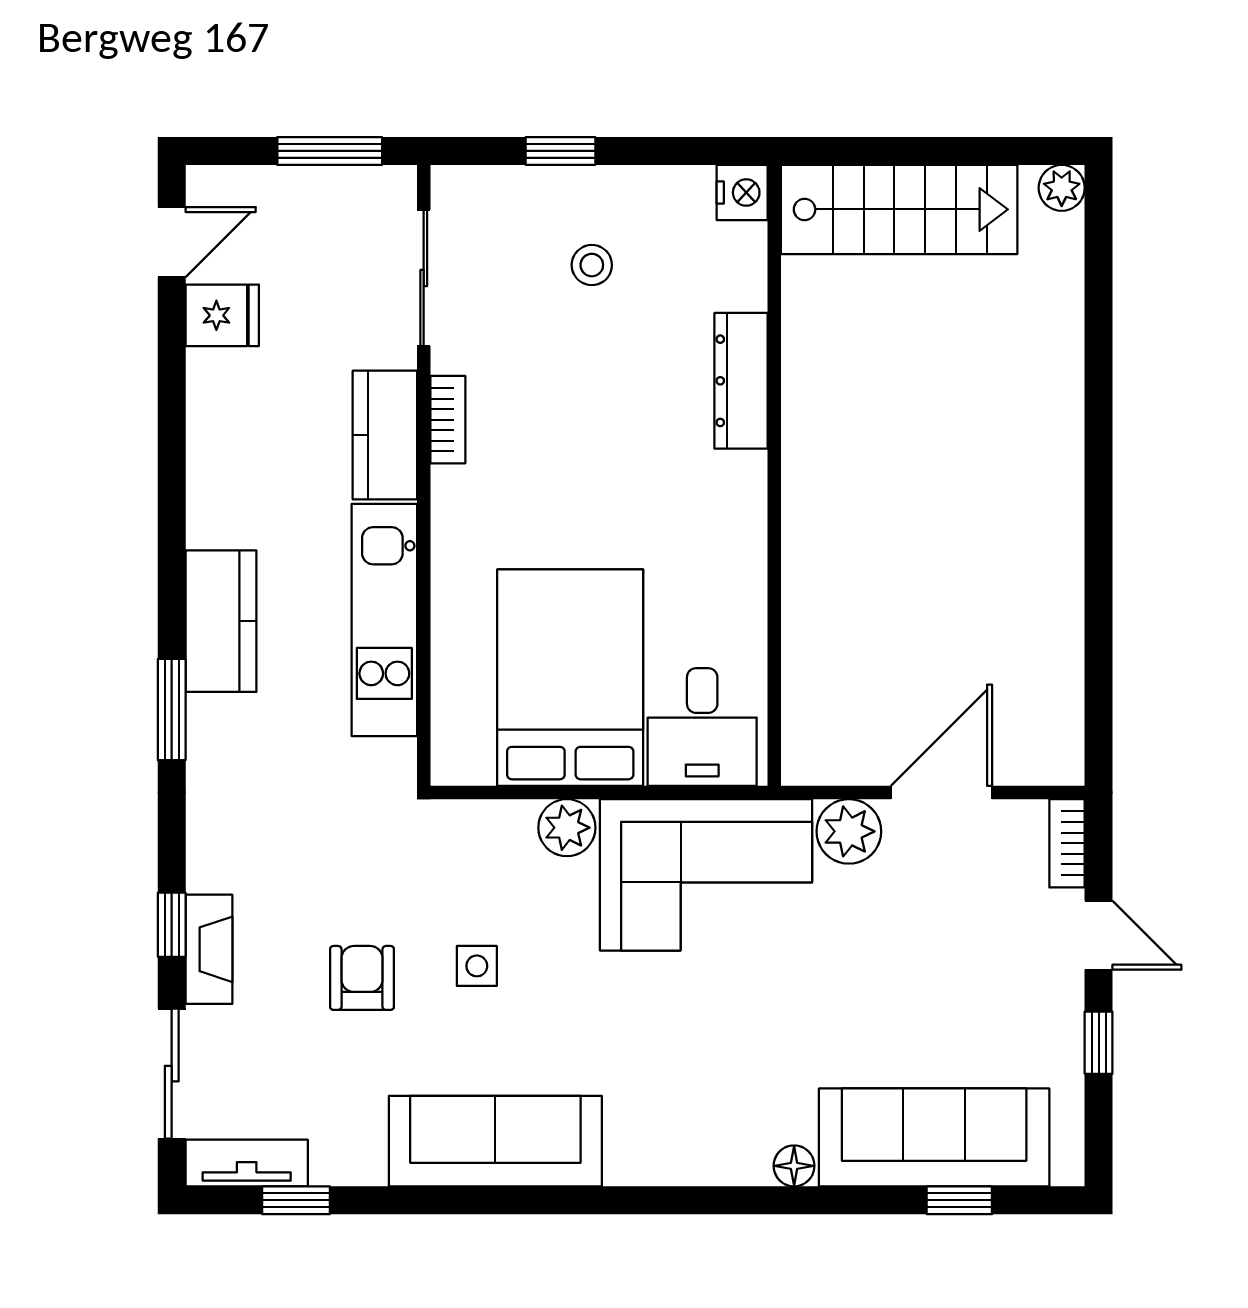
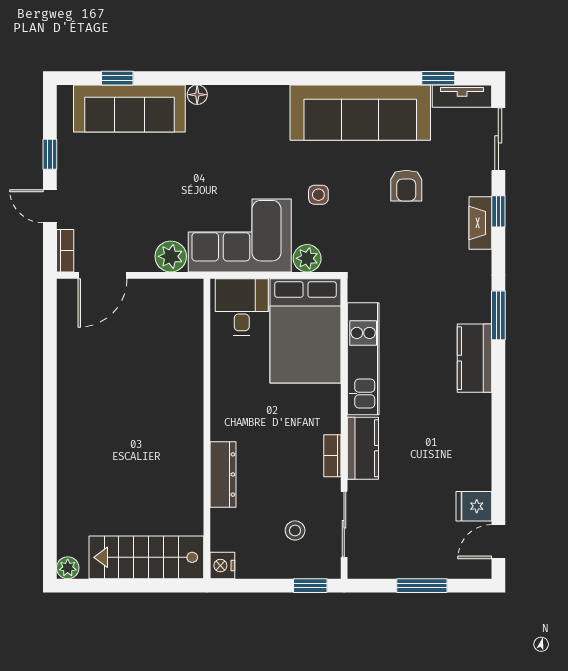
sliding door: (424, 278) -> (344, 524), moved
bookcase: (448, 420) -> (332, 456), moved
kitchen counter: (385, 435) -> (363, 448), moved
wall: (424, 475) -> (344, 429), moved
kitchen unit: (384, 620) -> (363, 359), moved
door: (941, 792) -> (102, 275), moved
fireplace: (209, 949) -> (480, 223), moved
side table: (477, 966) -> (318, 195), moved
sofa: (495, 1141) -> (360, 113), width x1.36, depth x1.27

